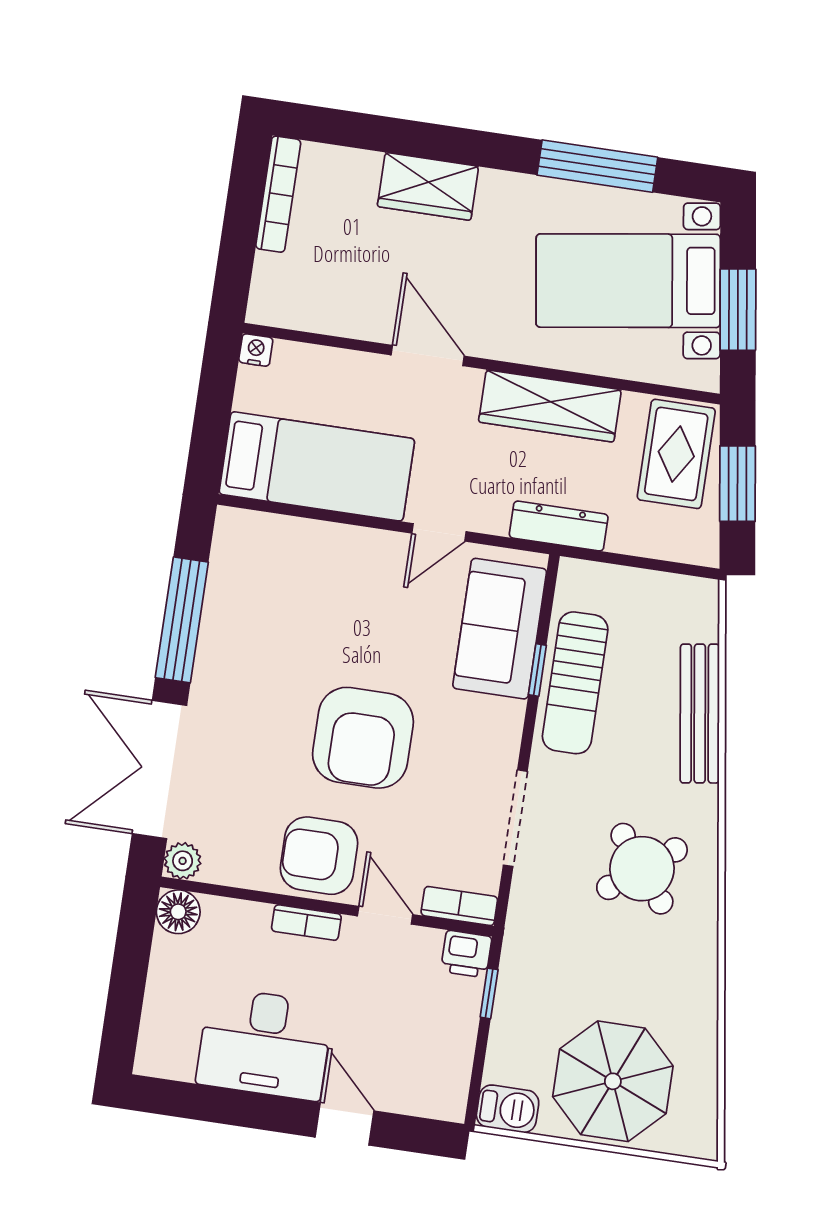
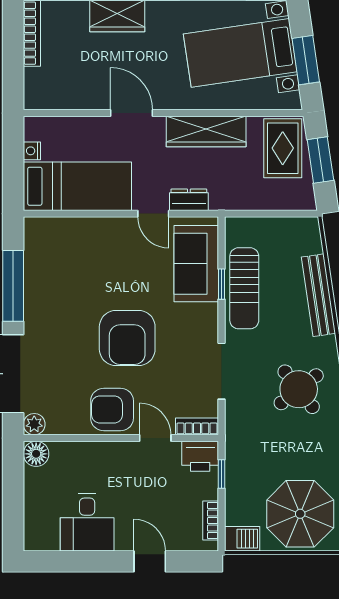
nightstand: (256, 350) -> (32, 151), moved, turned -90
dresser: (559, 526) -> (189, 200), moved, width x0.70
door: (439, 532) -> (153, 214), hinge flipped
bookcase: (306, 923) -> (211, 521), moved, turned 90
printer: (466, 954) -> (200, 456), width x1.36, depth x1.24
desk: (265, 1044) -> (87, 522), width x0.73

